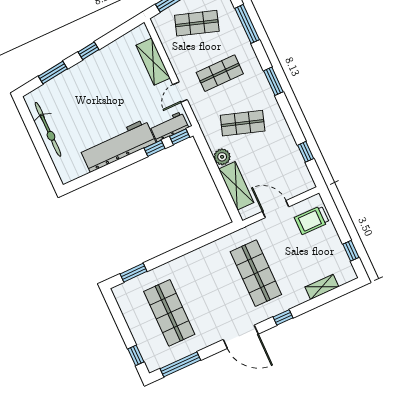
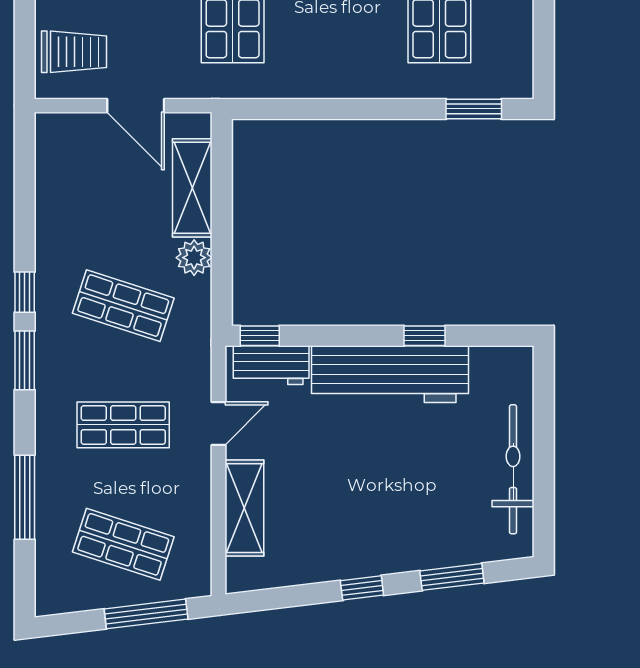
window: (154, 148) -> (424, 336), moved
window: (306, 152) -> (25, 292), moved

